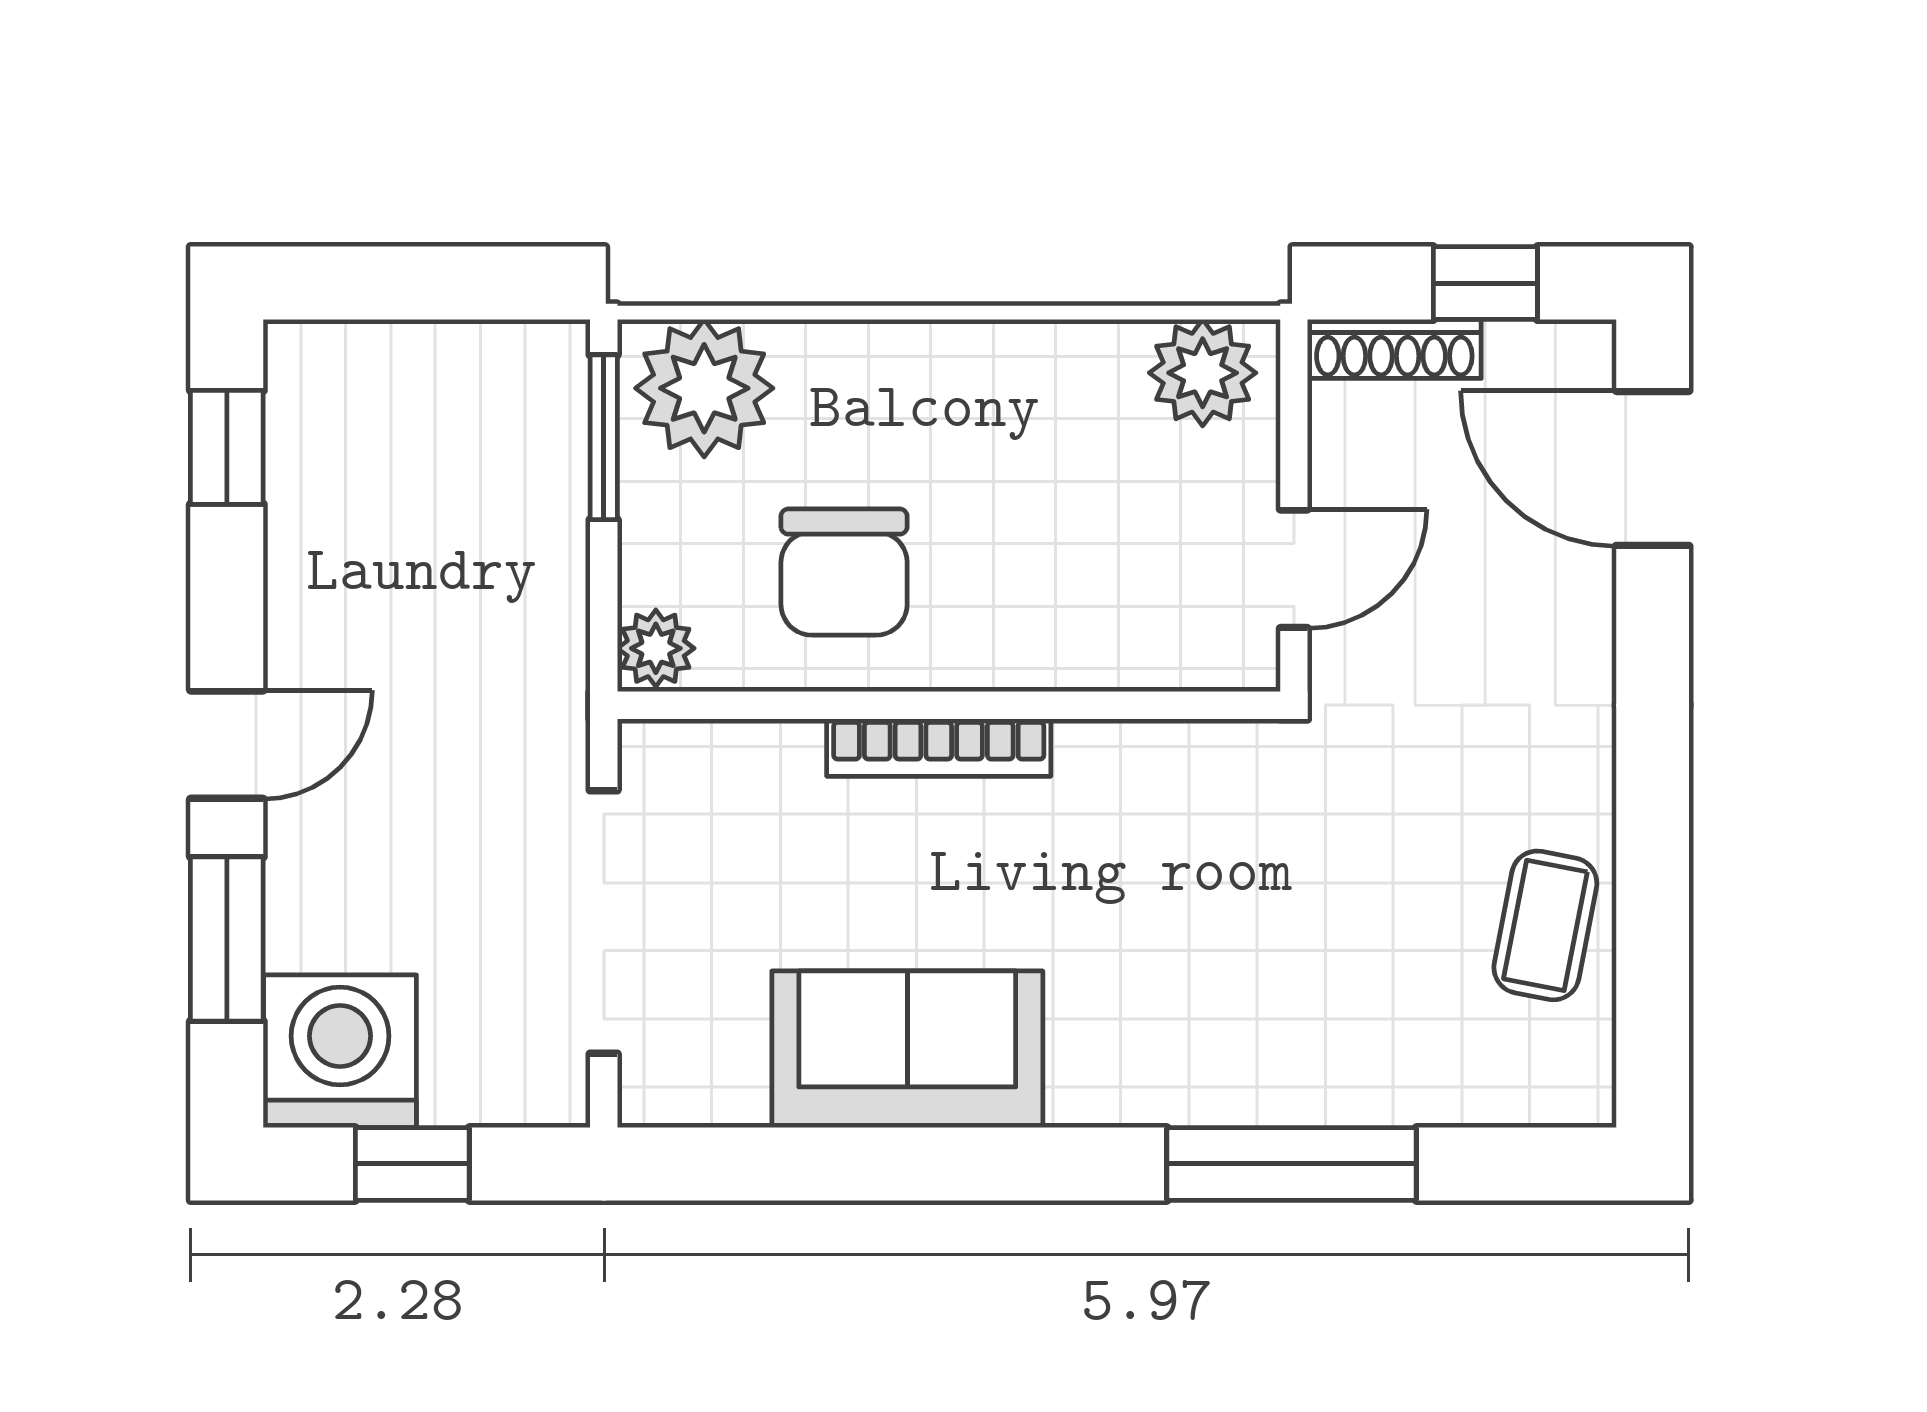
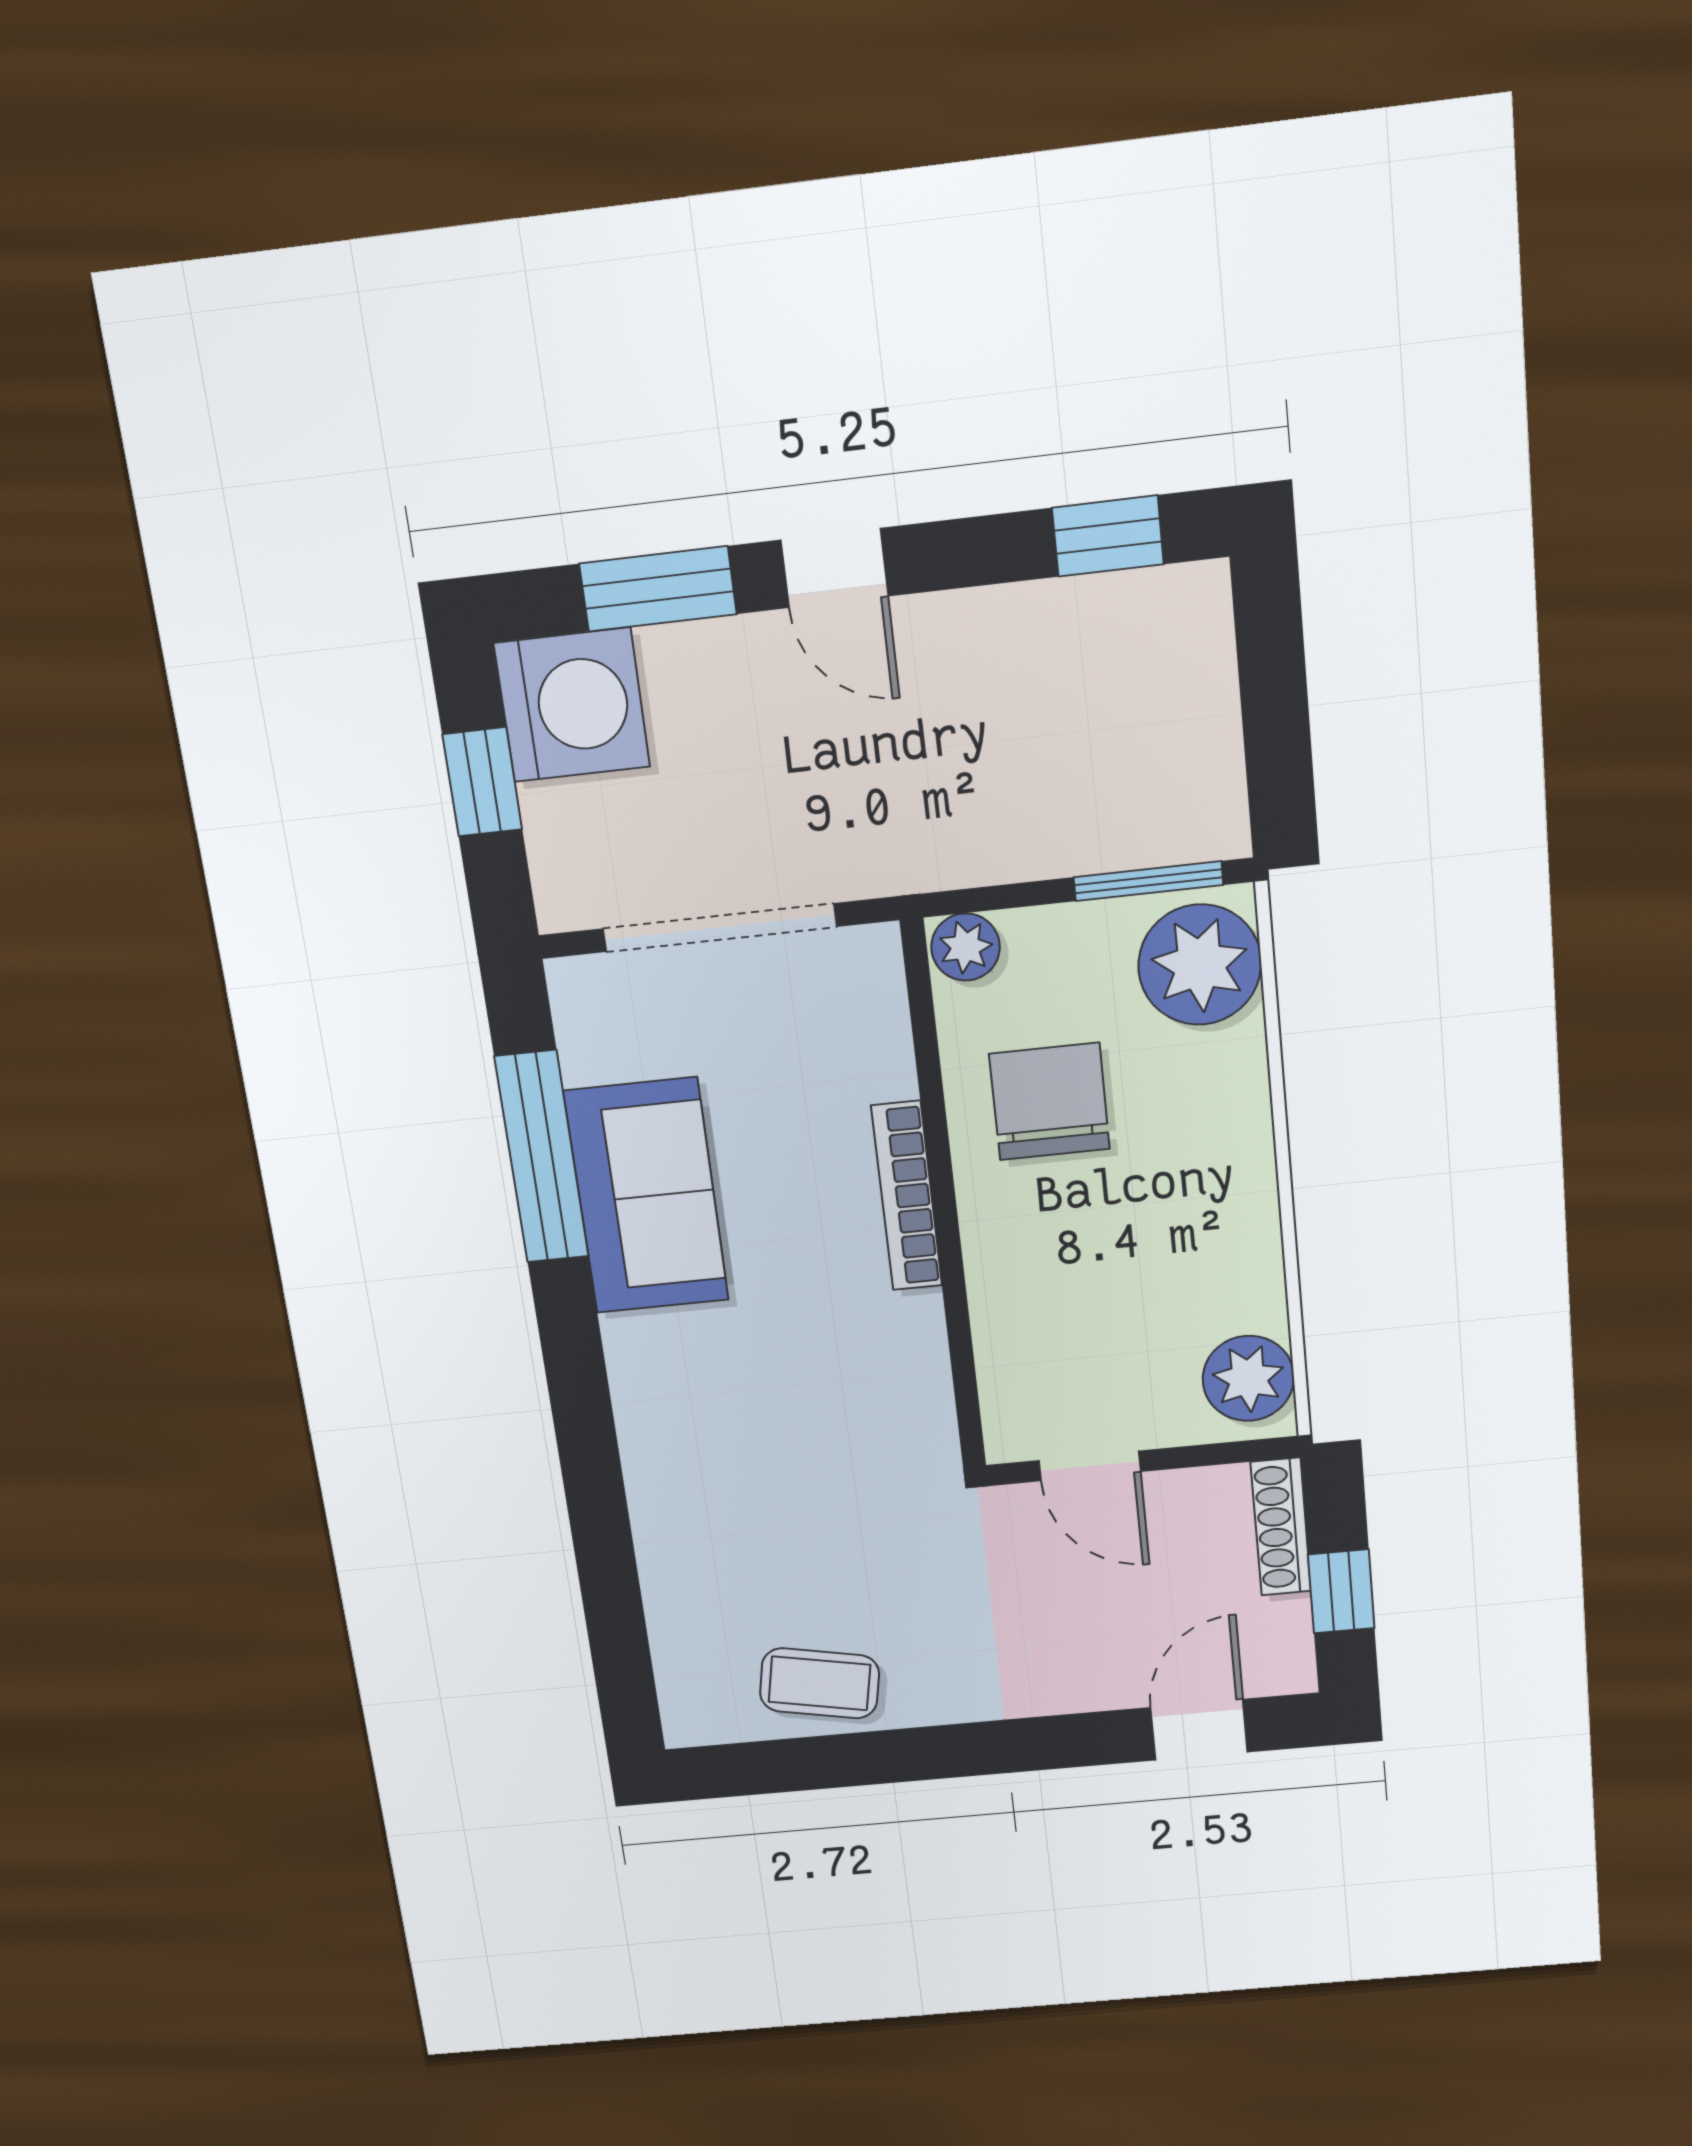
door: (1653, 468) -> (1199, 1730), width x0.73
chair: (844, 572) -> (1049, 1102), turned 90
window: (1292, 1164) -> (542, 1157), moved

